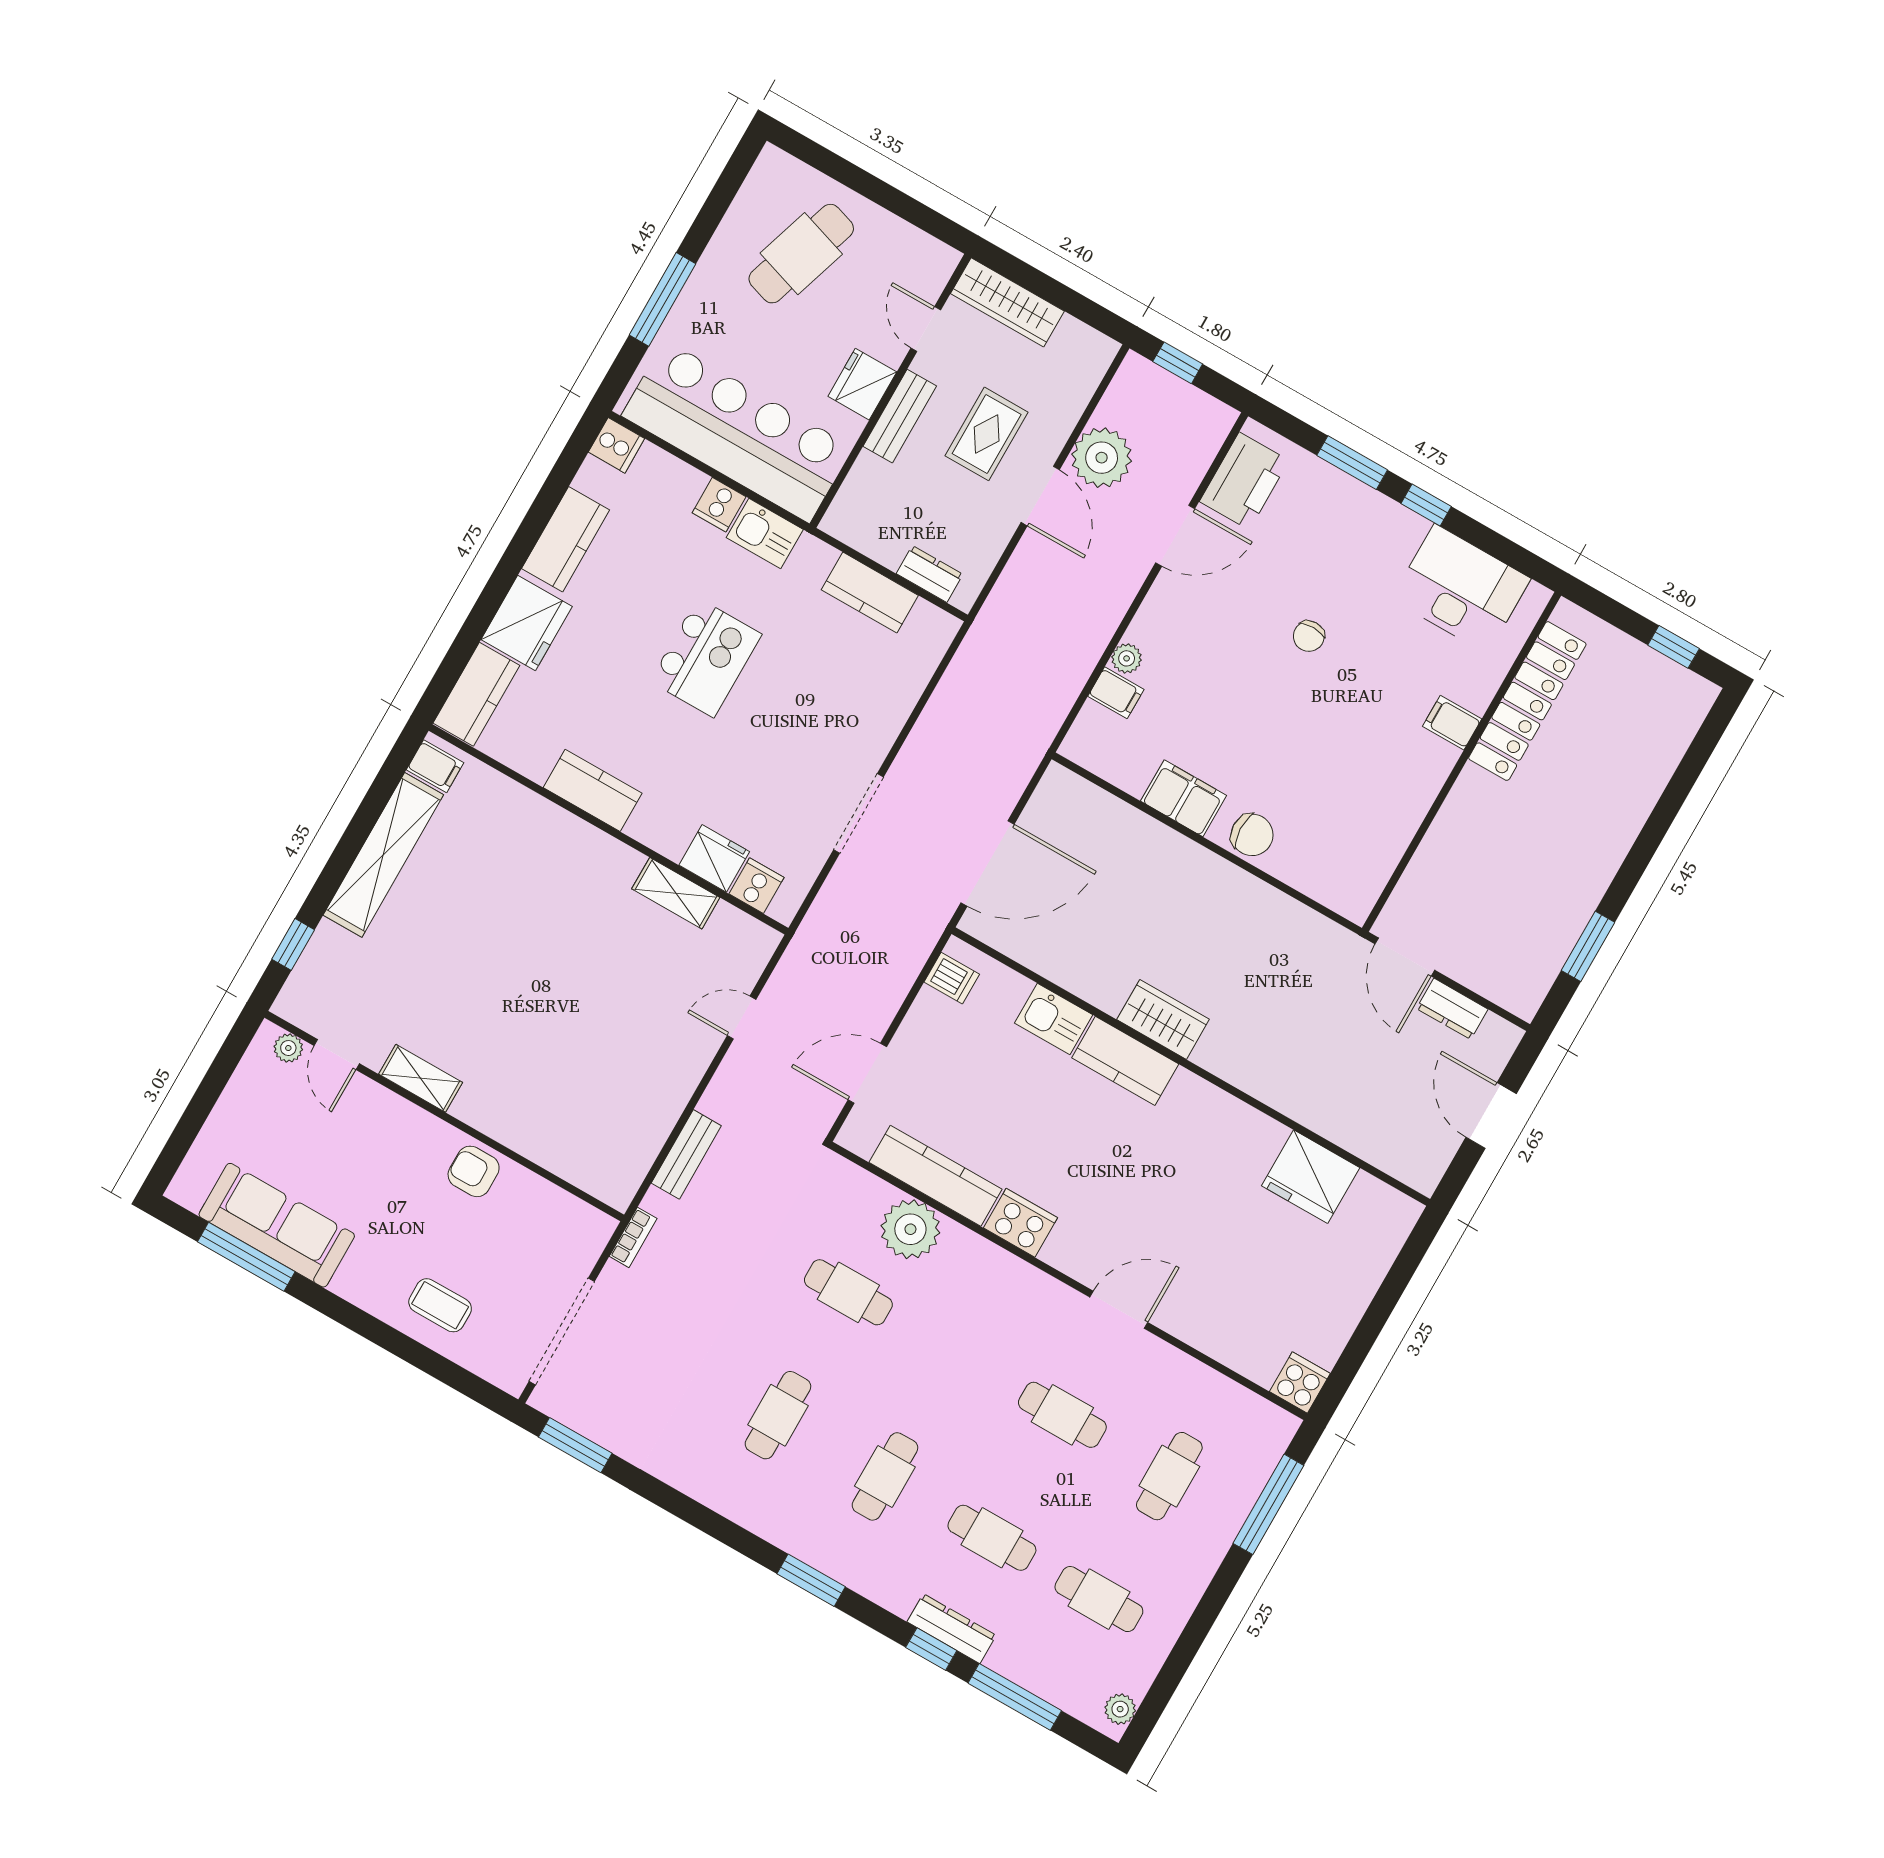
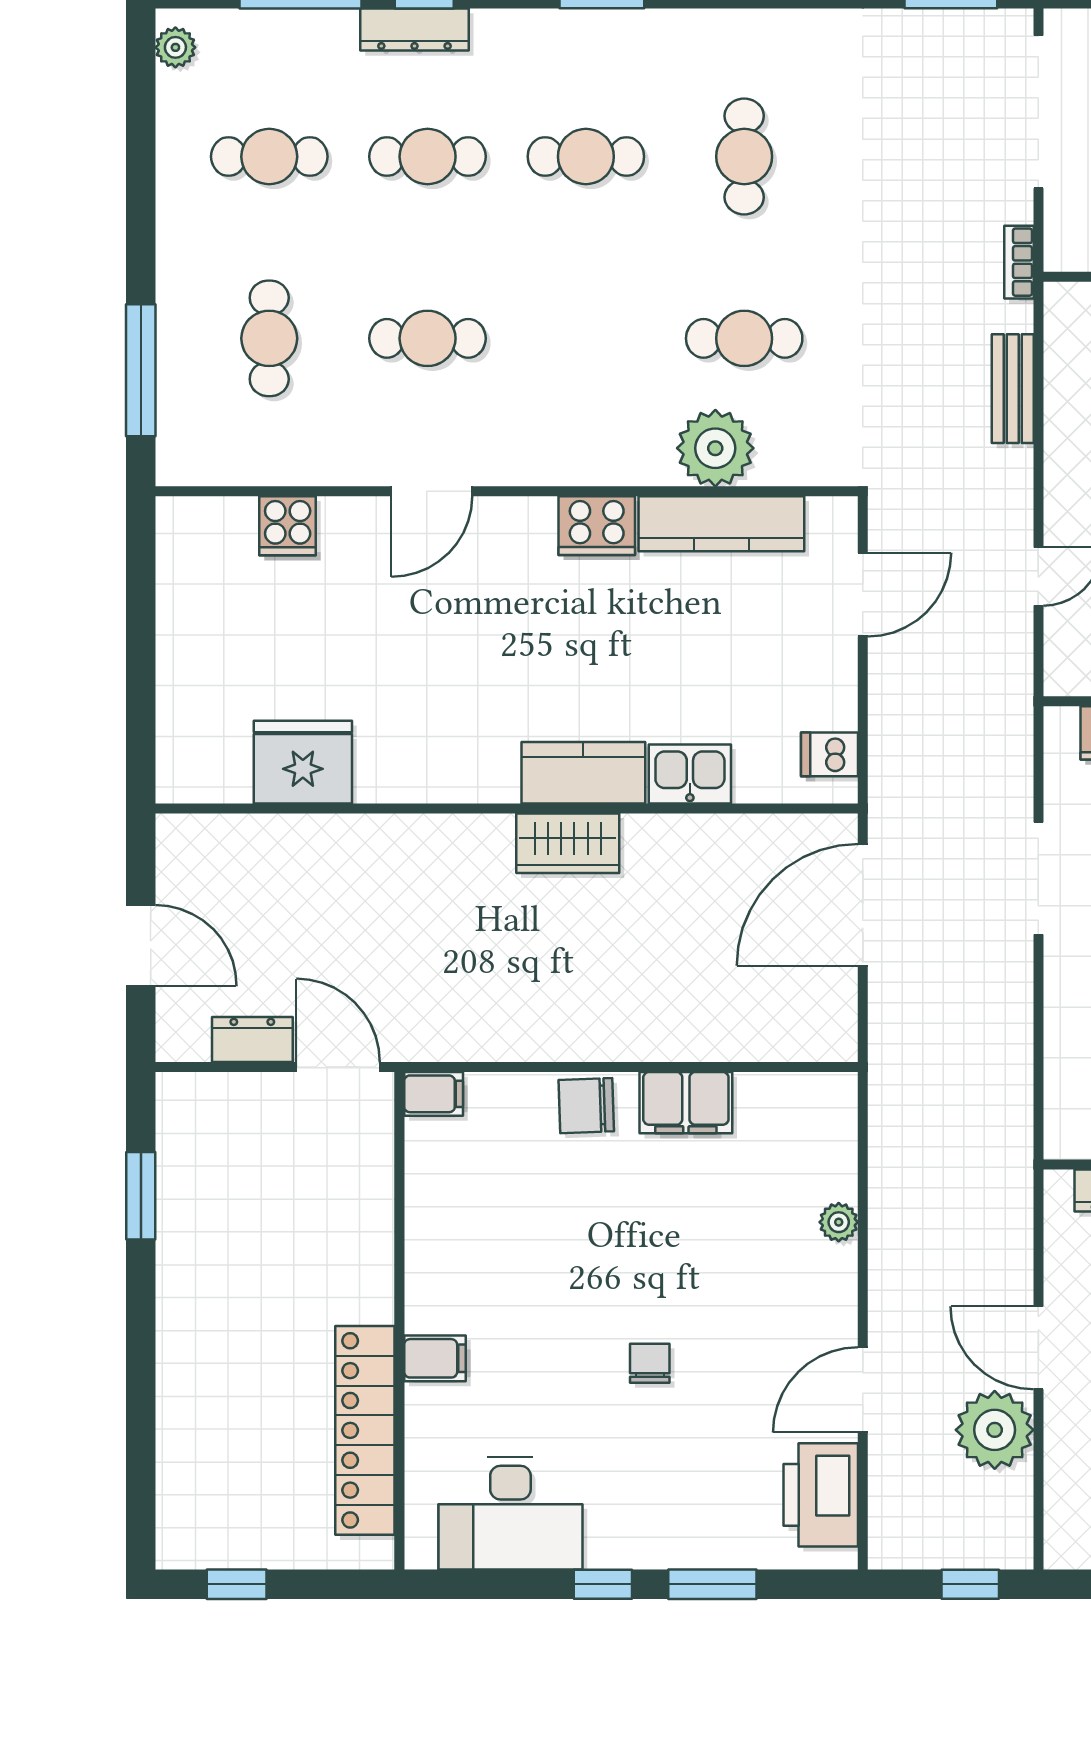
filing cabinet: (1116, 693) -> (434, 1094), moved, turned 180
cooker: (1300, 1383) -> (288, 526), moved
cafe table: (885, 1476) -> (586, 157), turned 90

